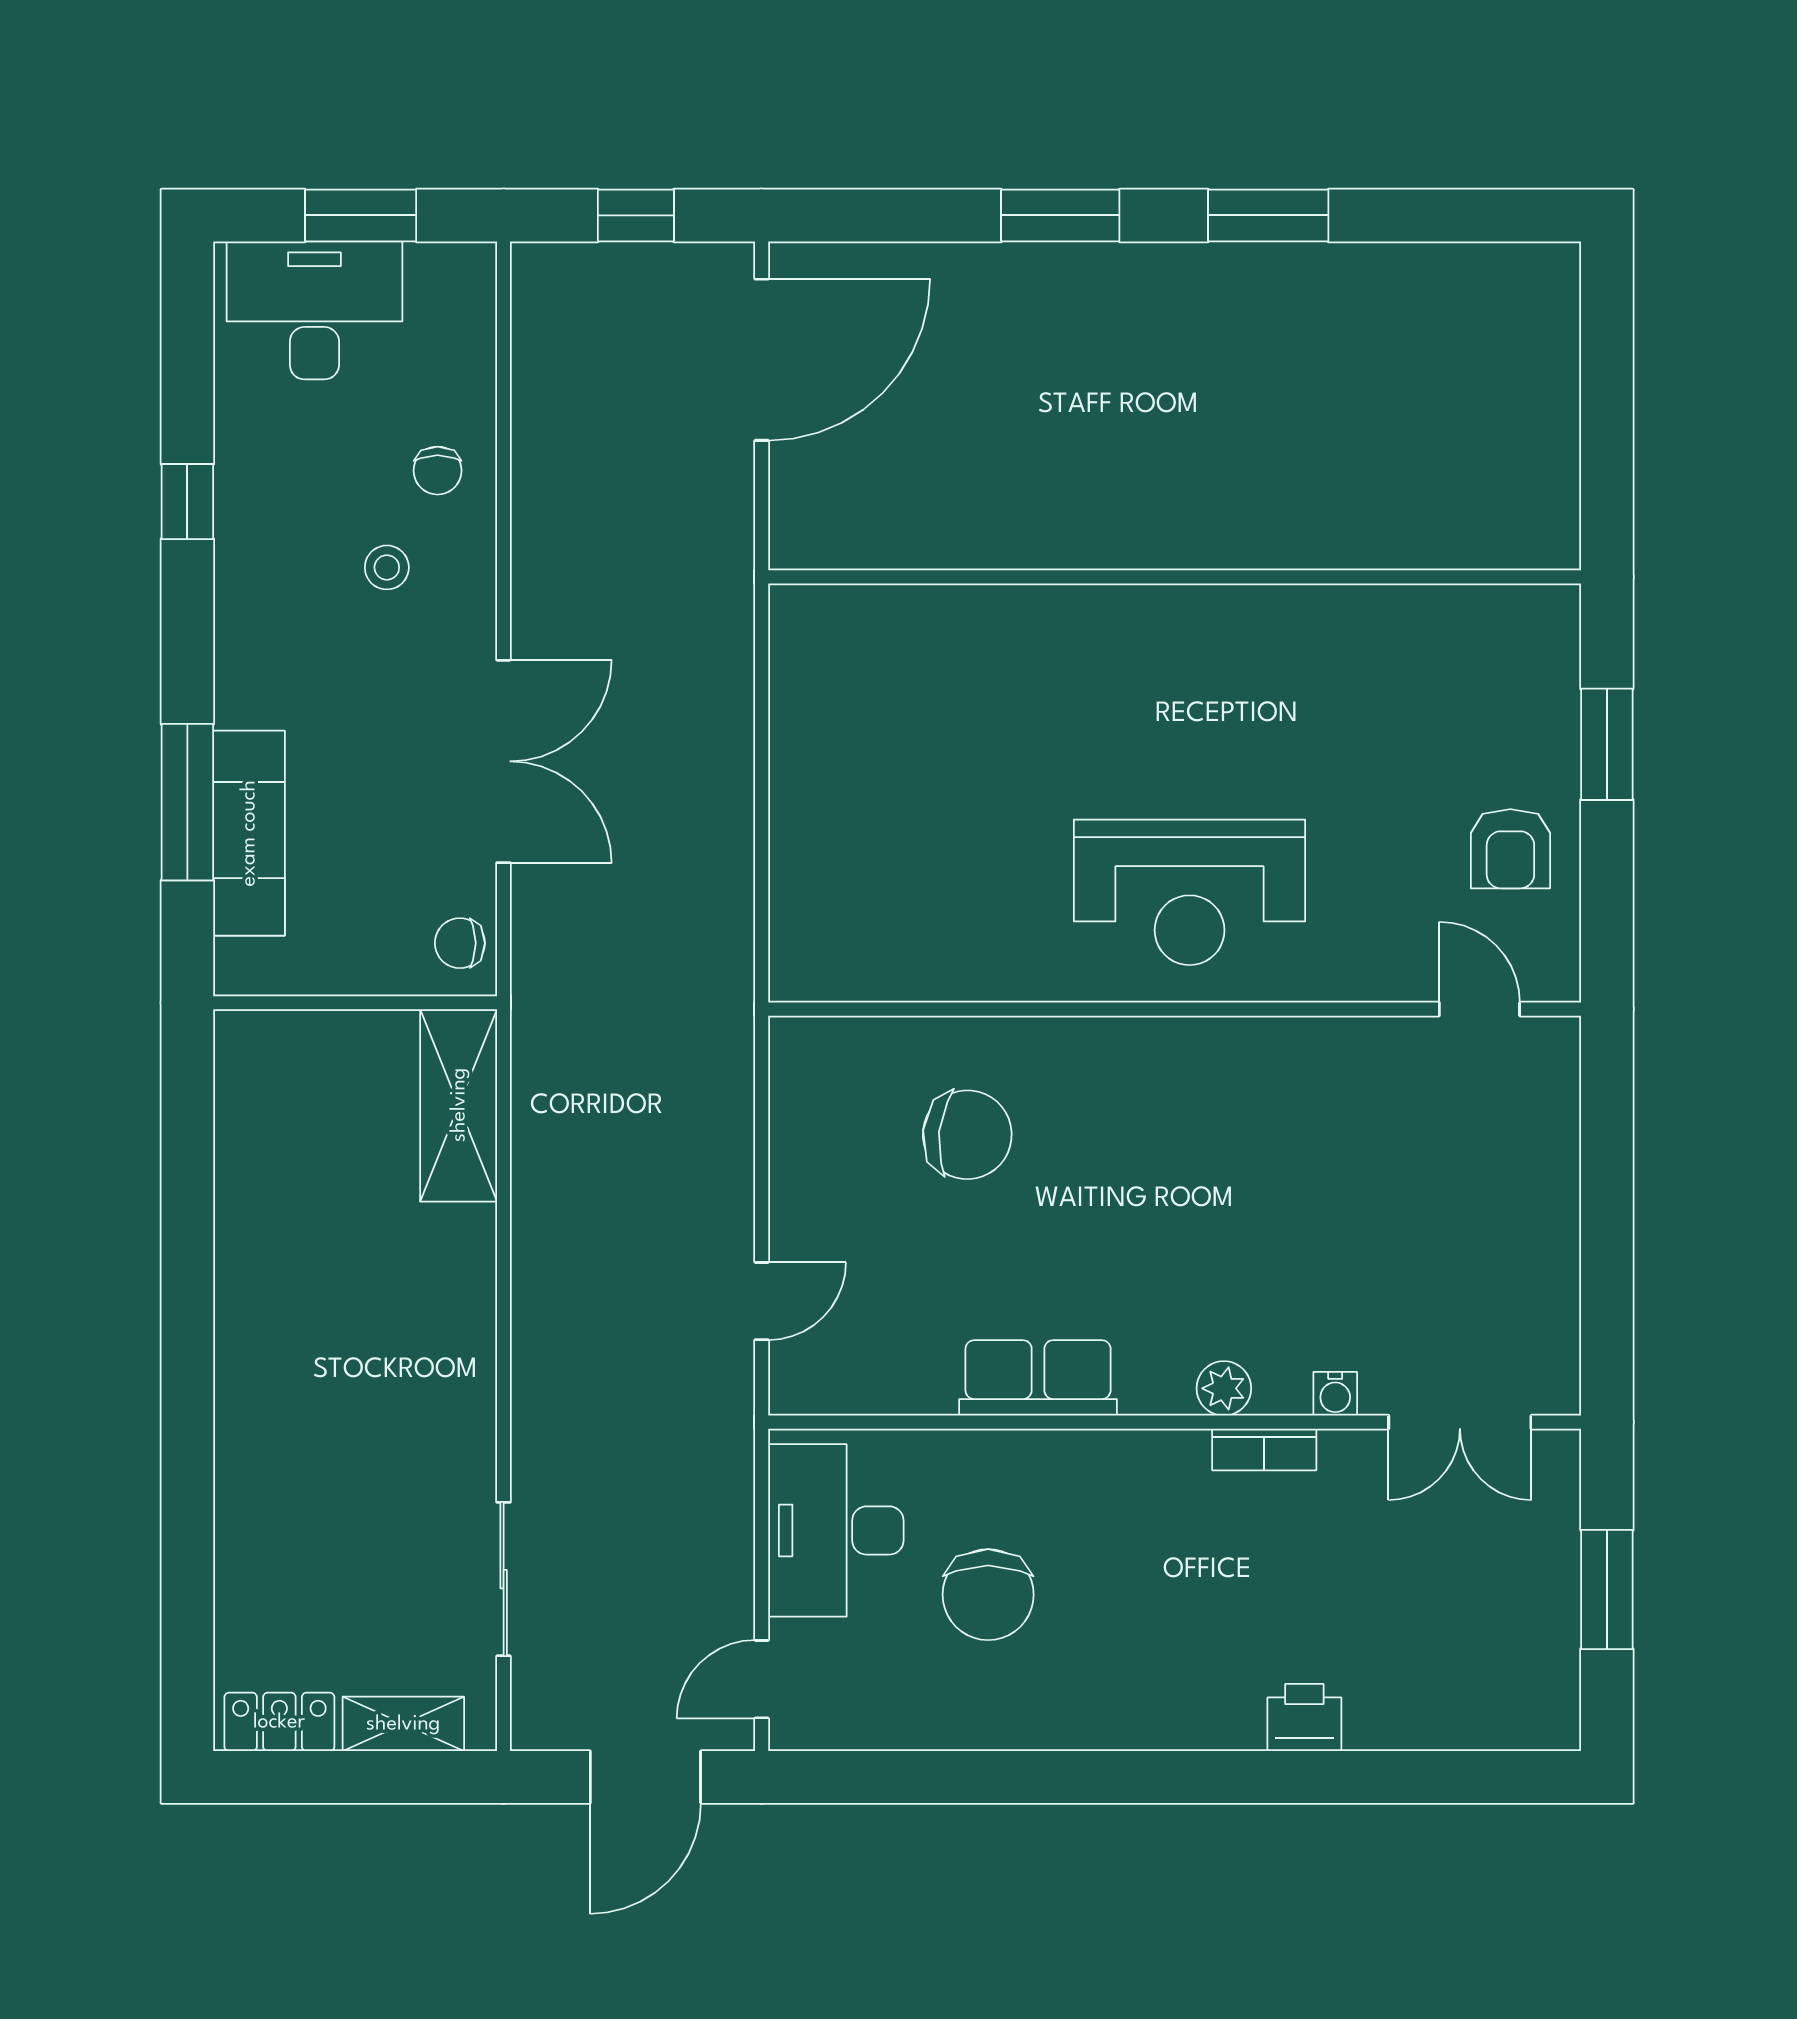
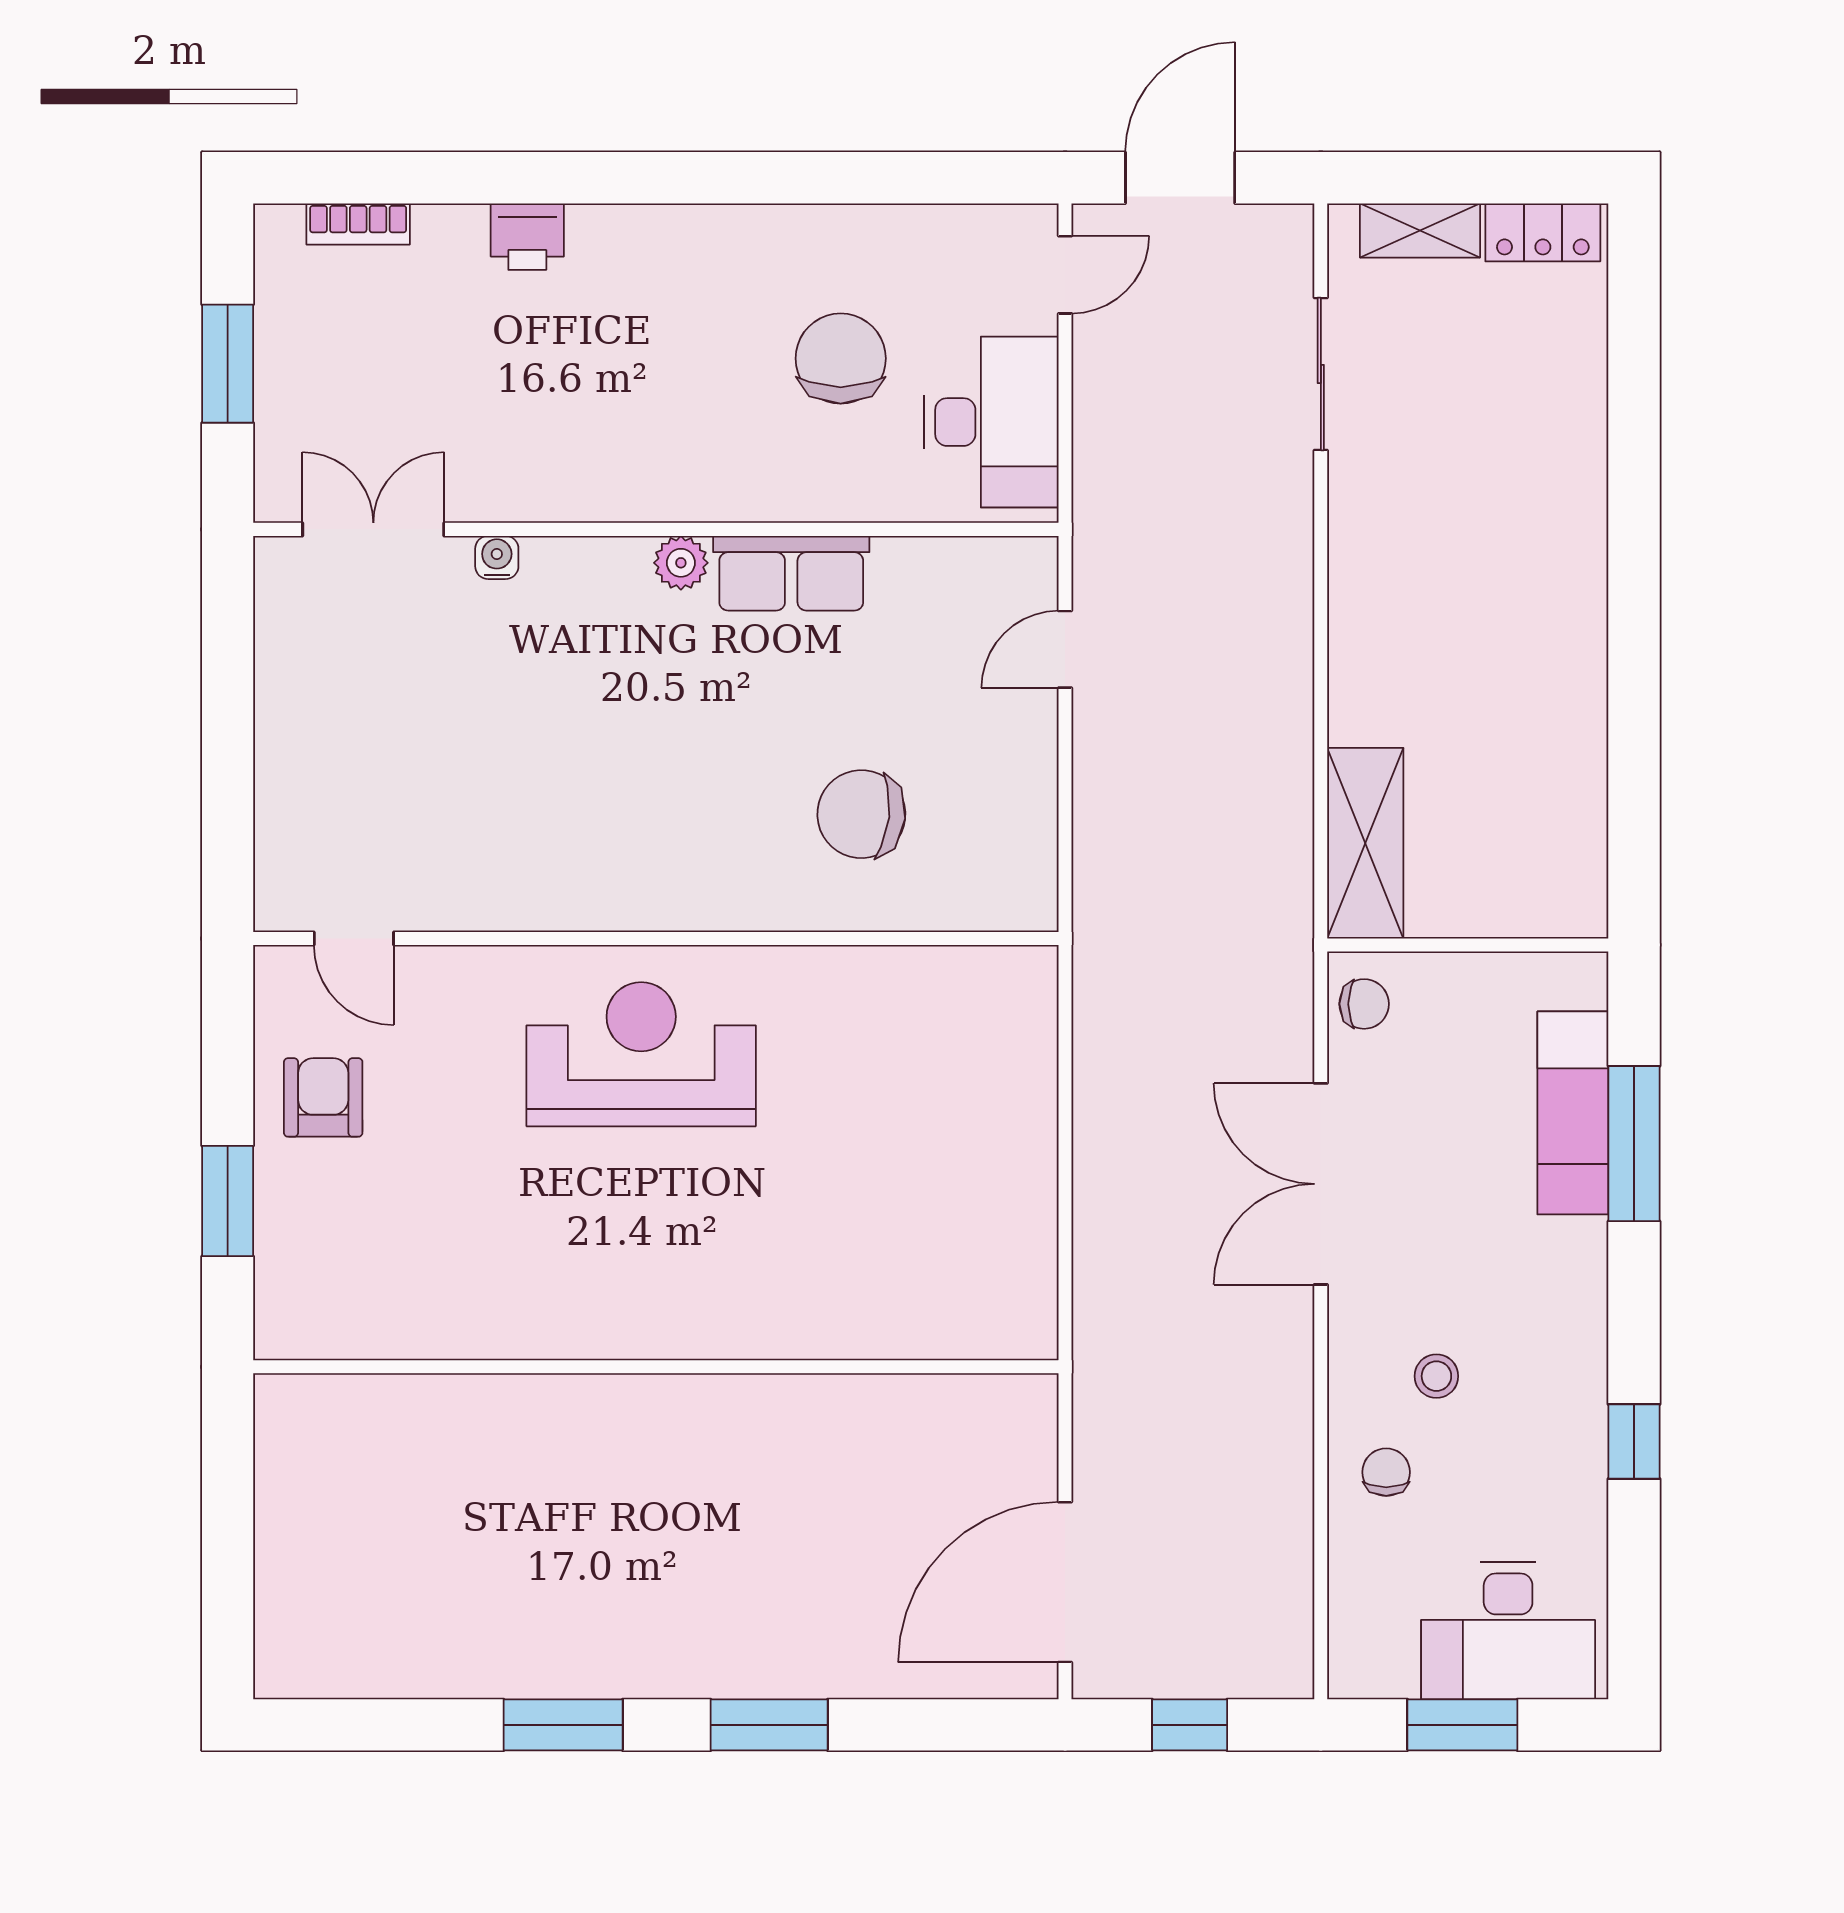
plant: (1224, 1388) -> (681, 563), moved
bookcase: (1264, 1449) -> (358, 224), moved, turned 180

